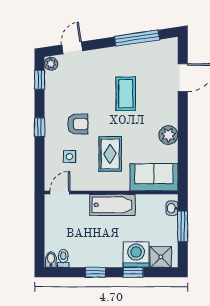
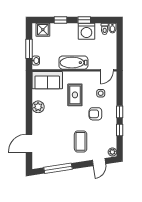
window: (40, 80) -> (120, 130), moved
coffee table: (126, 94) -> (81, 141), moved
washing machine: (136, 255) -> (86, 31), moved

